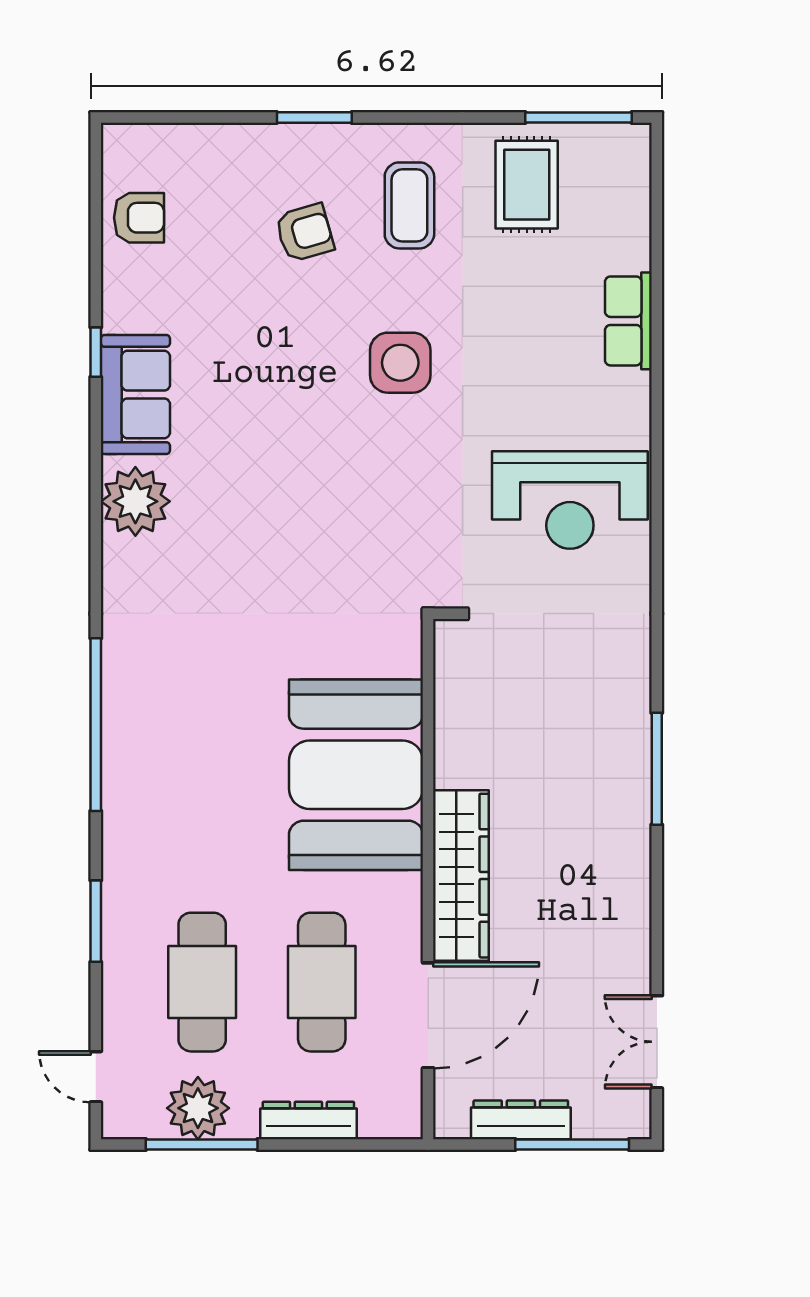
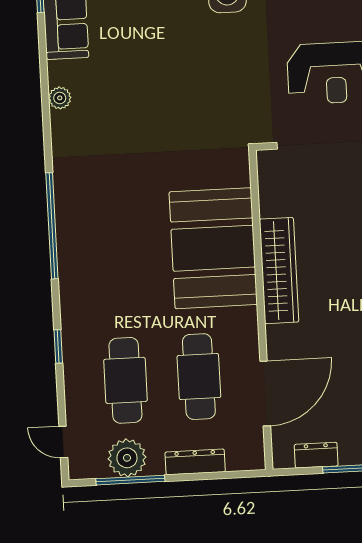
plant: (135, 501) -> (60, 98), width x0.53, depth x0.53
wardrobe: (461, 876) -> (279, 271), moved
window: (96, 921) -> (58, 346), width x0.67
dresser: (521, 1120) -> (316, 455), width x0.70

